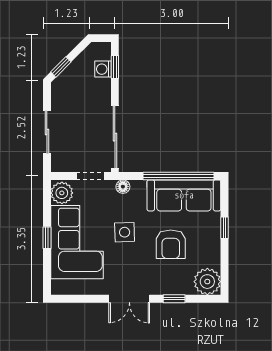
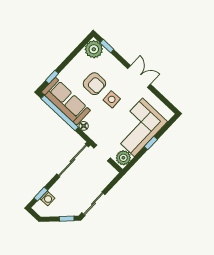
sliding door: (47, 132) -> (93, 204), moved
floor lamp: (123, 187) -> (84, 126), moved
window: (224, 228) -> (52, 77), moved
side table: (125, 232) -> (112, 99), moved
armchair: (171, 244) -> (94, 84), turned 90
window: (174, 299) -> (107, 46), moved

